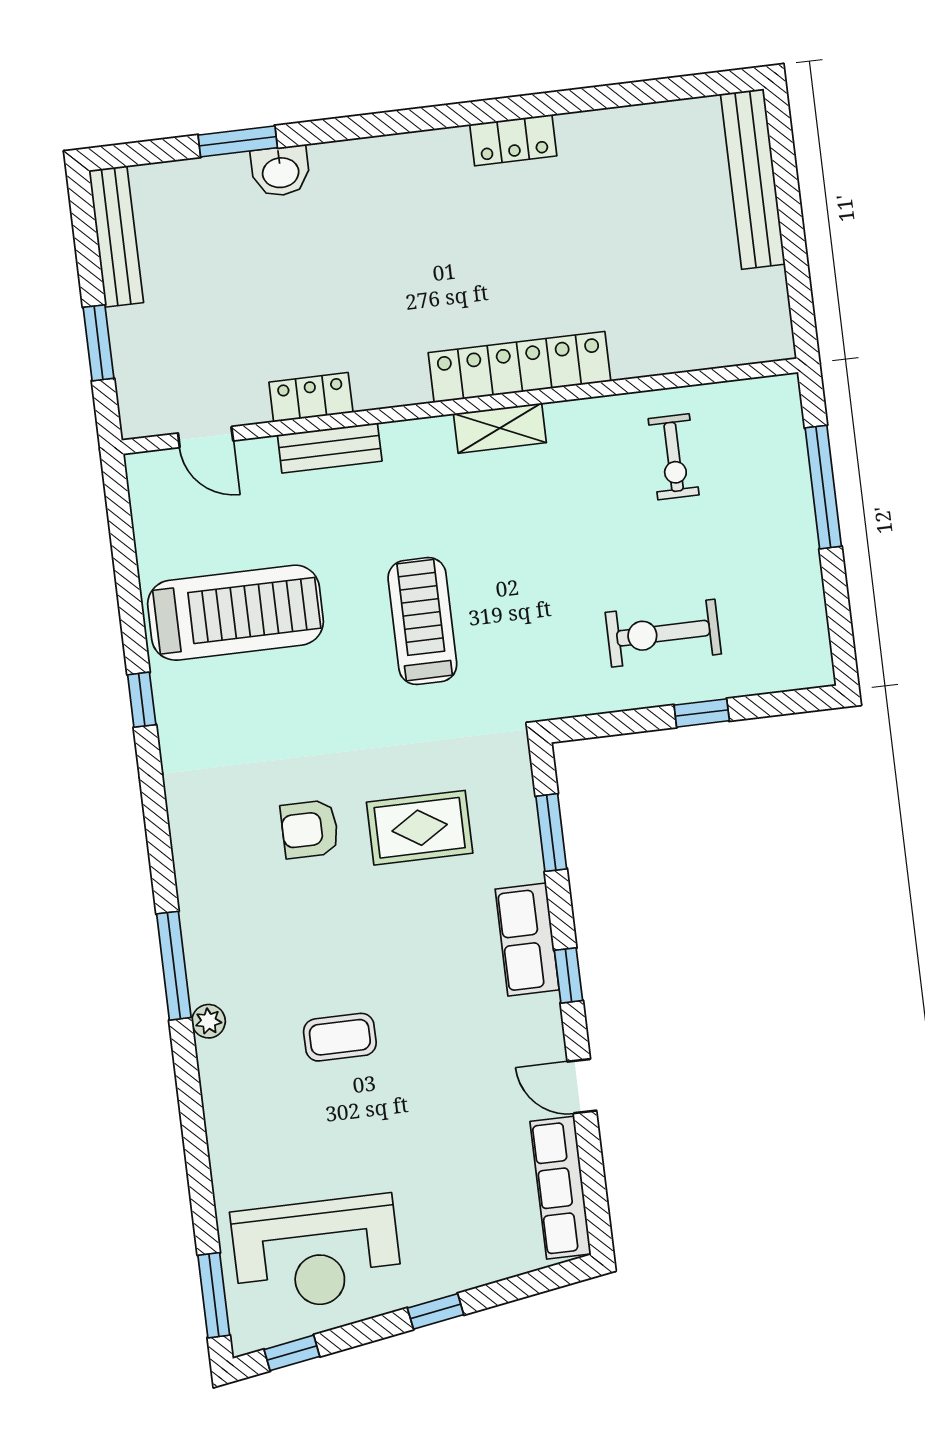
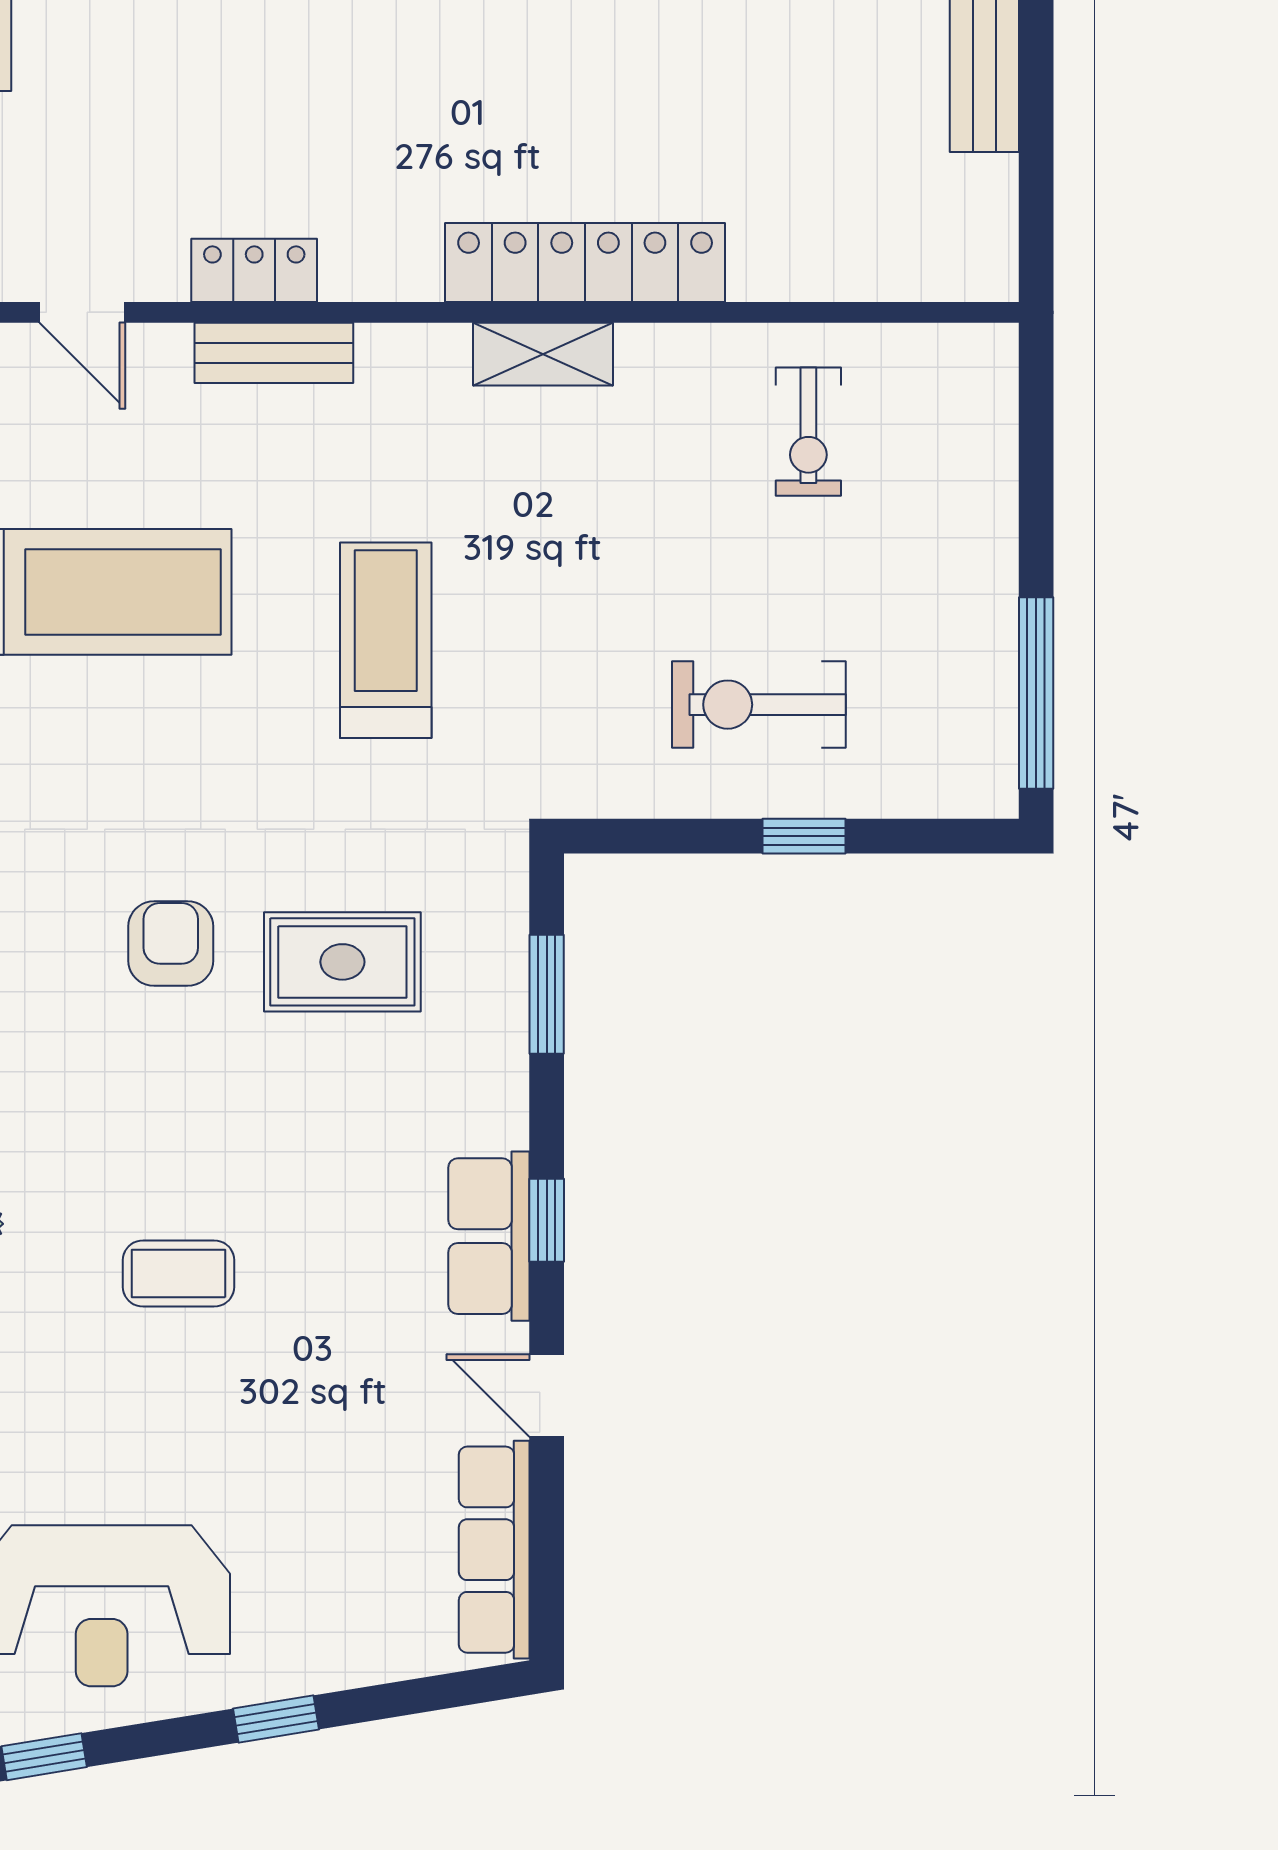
window: (823, 487) -> (1036, 693), moved
armchair: (310, 829) -> (171, 944), turned 90
row of seats: (527, 939) -> (489, 1236), moved

